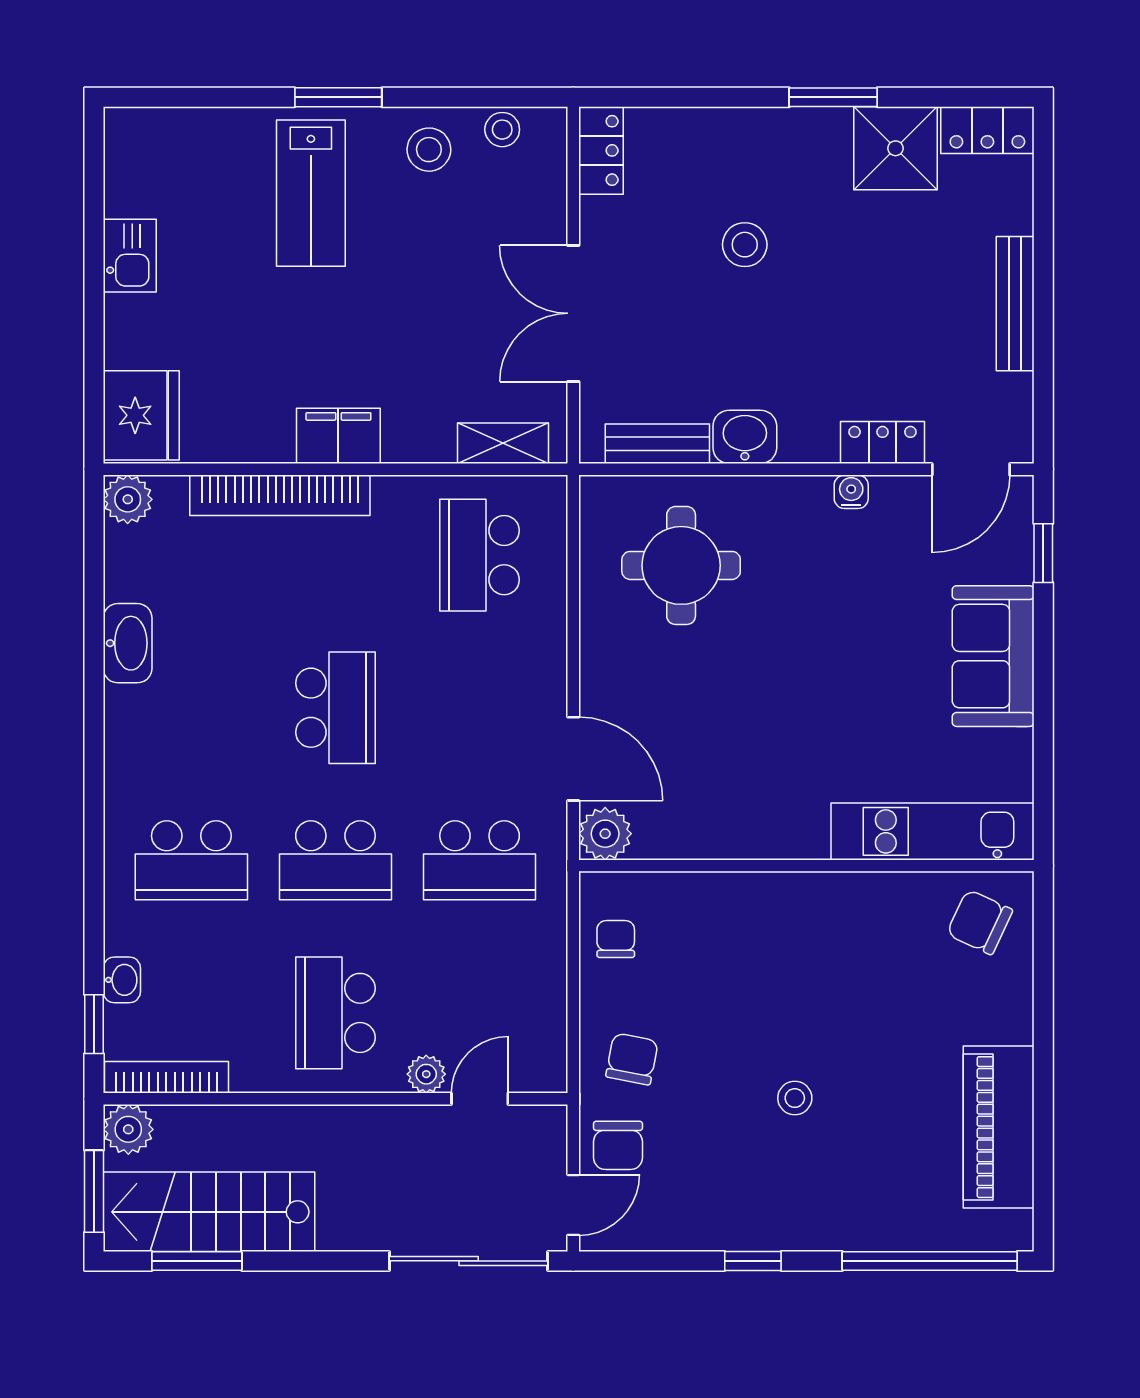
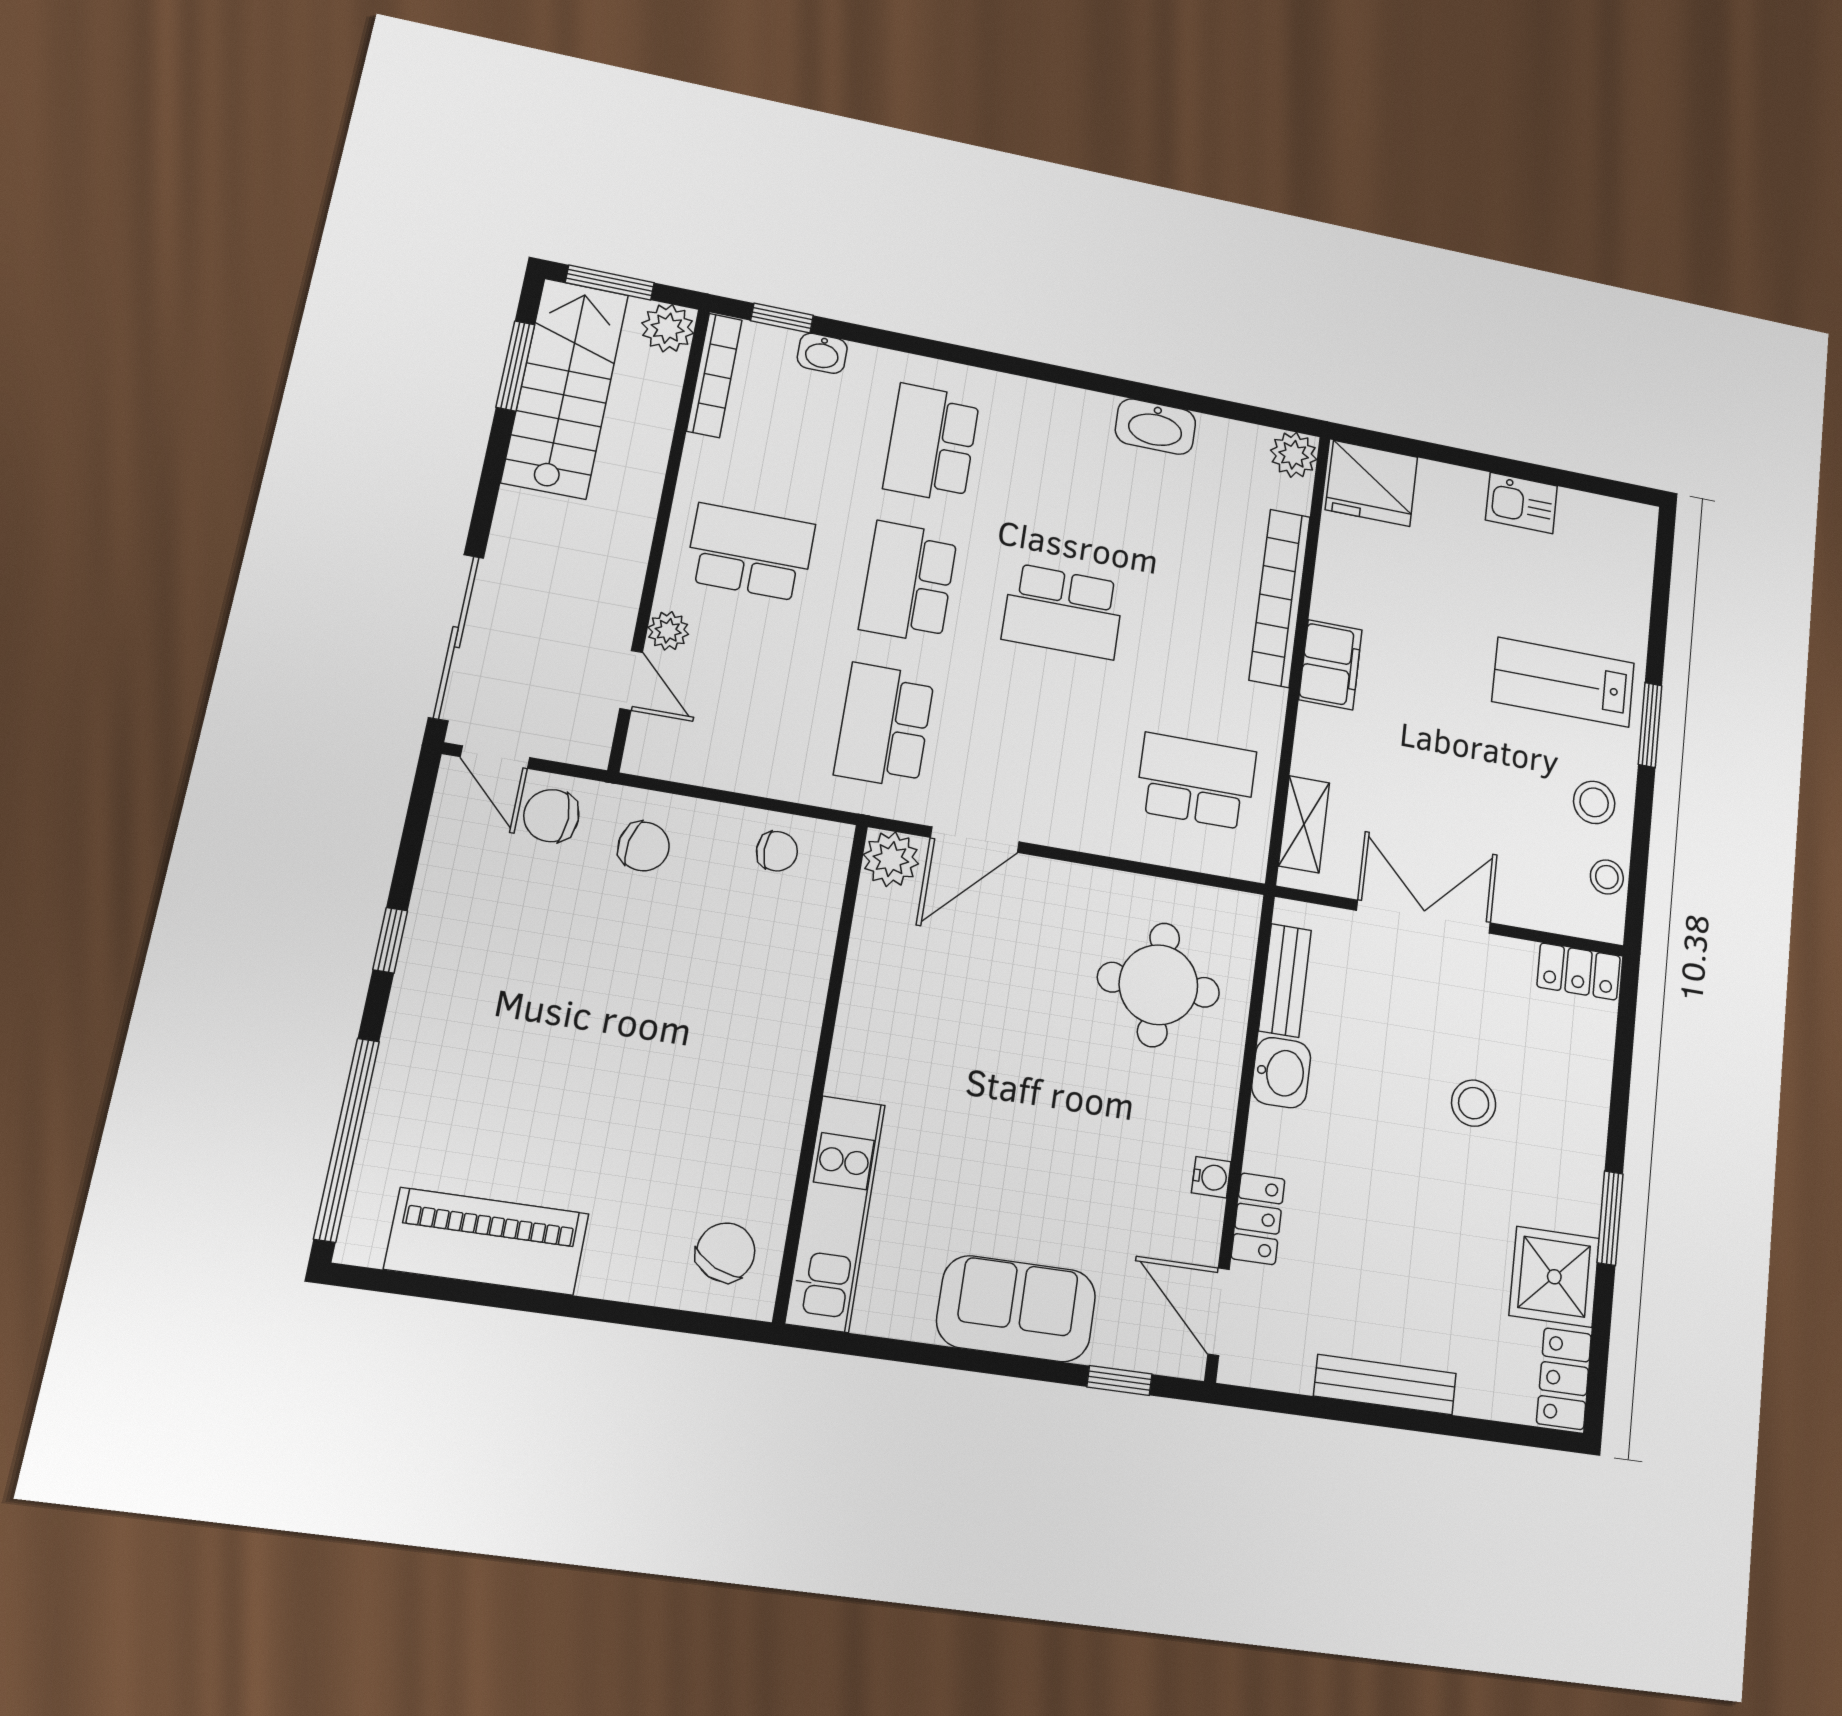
stool: (795, 1098) -> (566, 1015), removed

